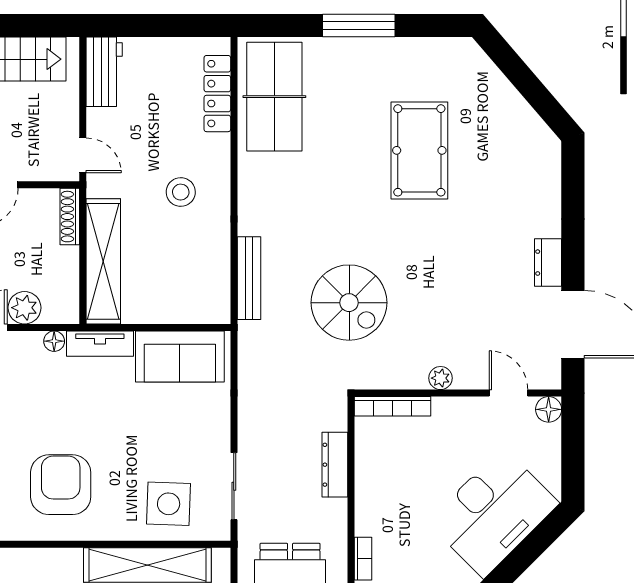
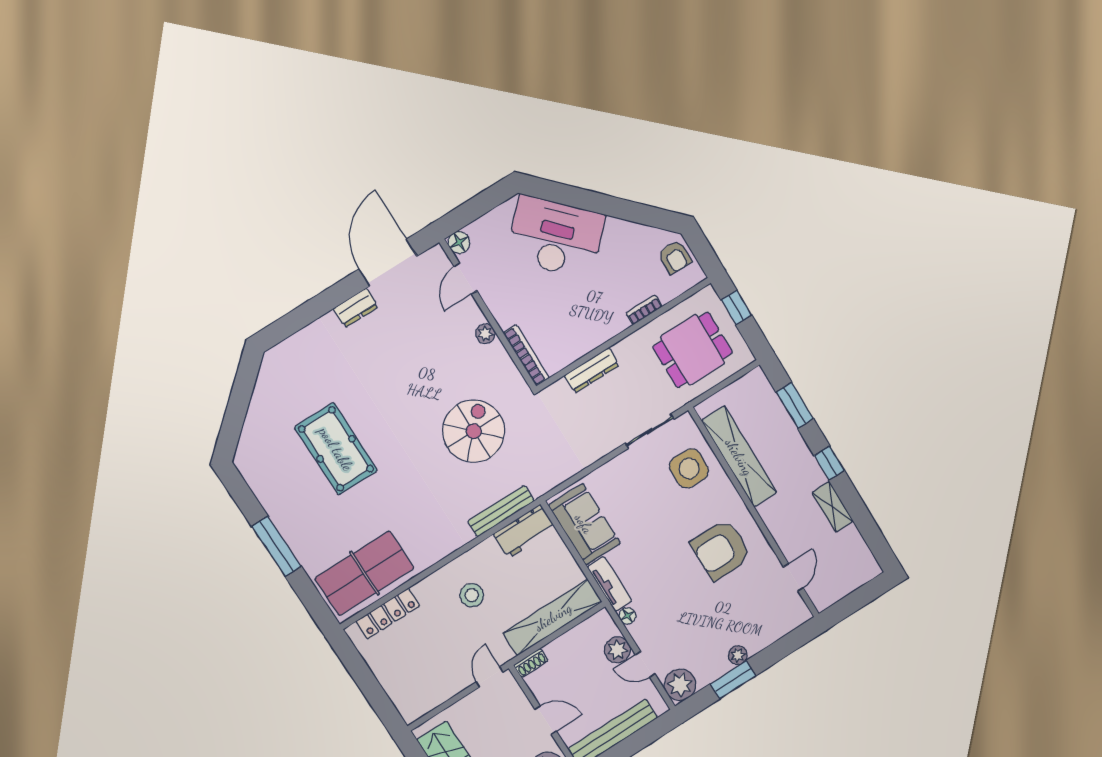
workbench: (104, 72) -> (524, 531), moved, turned 180
pool table: (419, 150) -> (336, 449), turned 90
shoe rack: (70, 217) -> (531, 663), width x0.70

